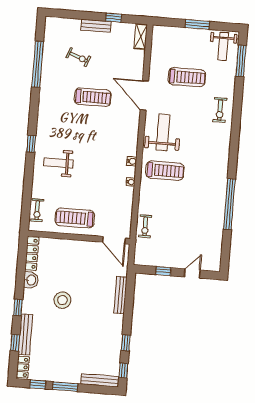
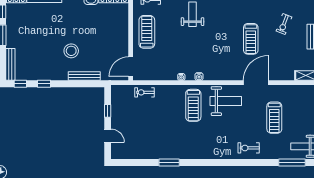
window: (229, 204) -> (169, 162), width x0.47
stool: (62, 300) -> (71, 51), moved

